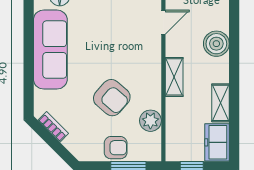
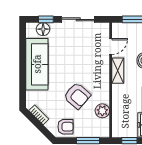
shelving: (174, 77) -> (118, 71), moved
armchair: (116, 148) -> (65, 127), moved

